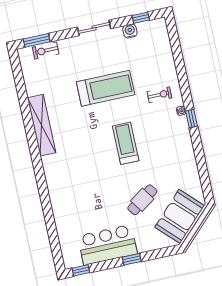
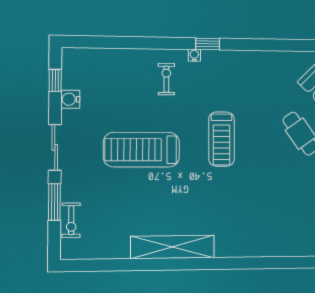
window: (37, 40) -> (54, 202), moved
treadmill: (106, 88) -> (141, 150), turned -90
treadmill: (126, 143) -> (221, 139), turned -90

